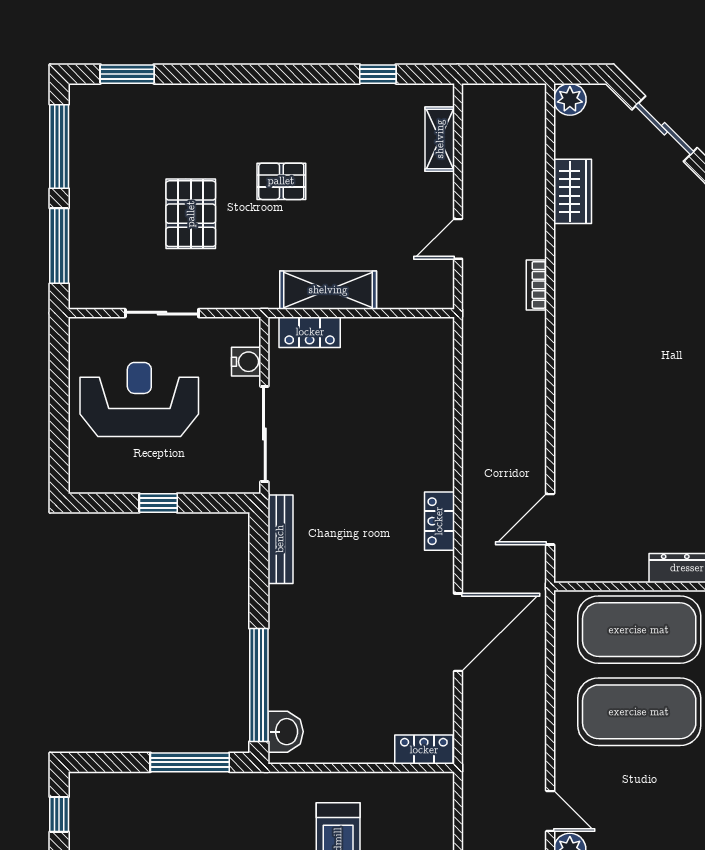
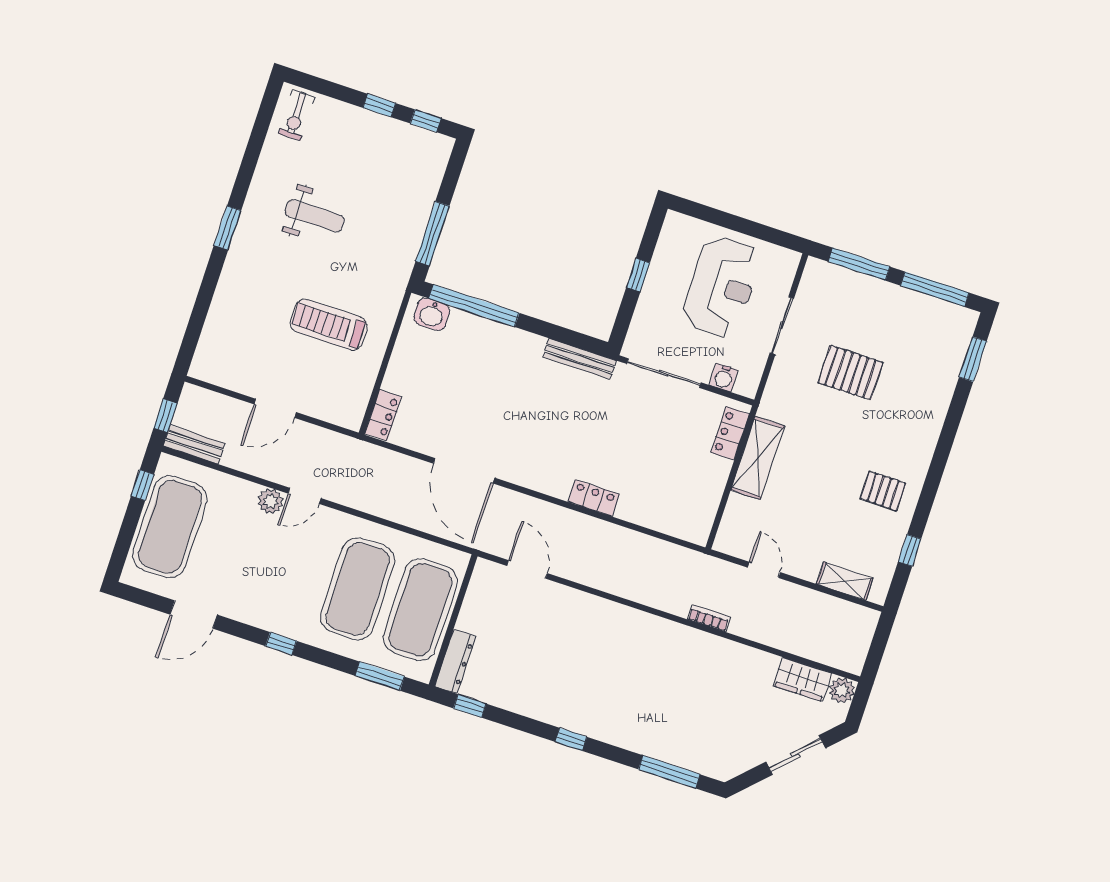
pallet: (281, 181) -> (883, 491), moved, turned 90
wardrobe: (573, 191) -> (803, 680), moved
locker: (439, 521) -> (594, 498), moved

